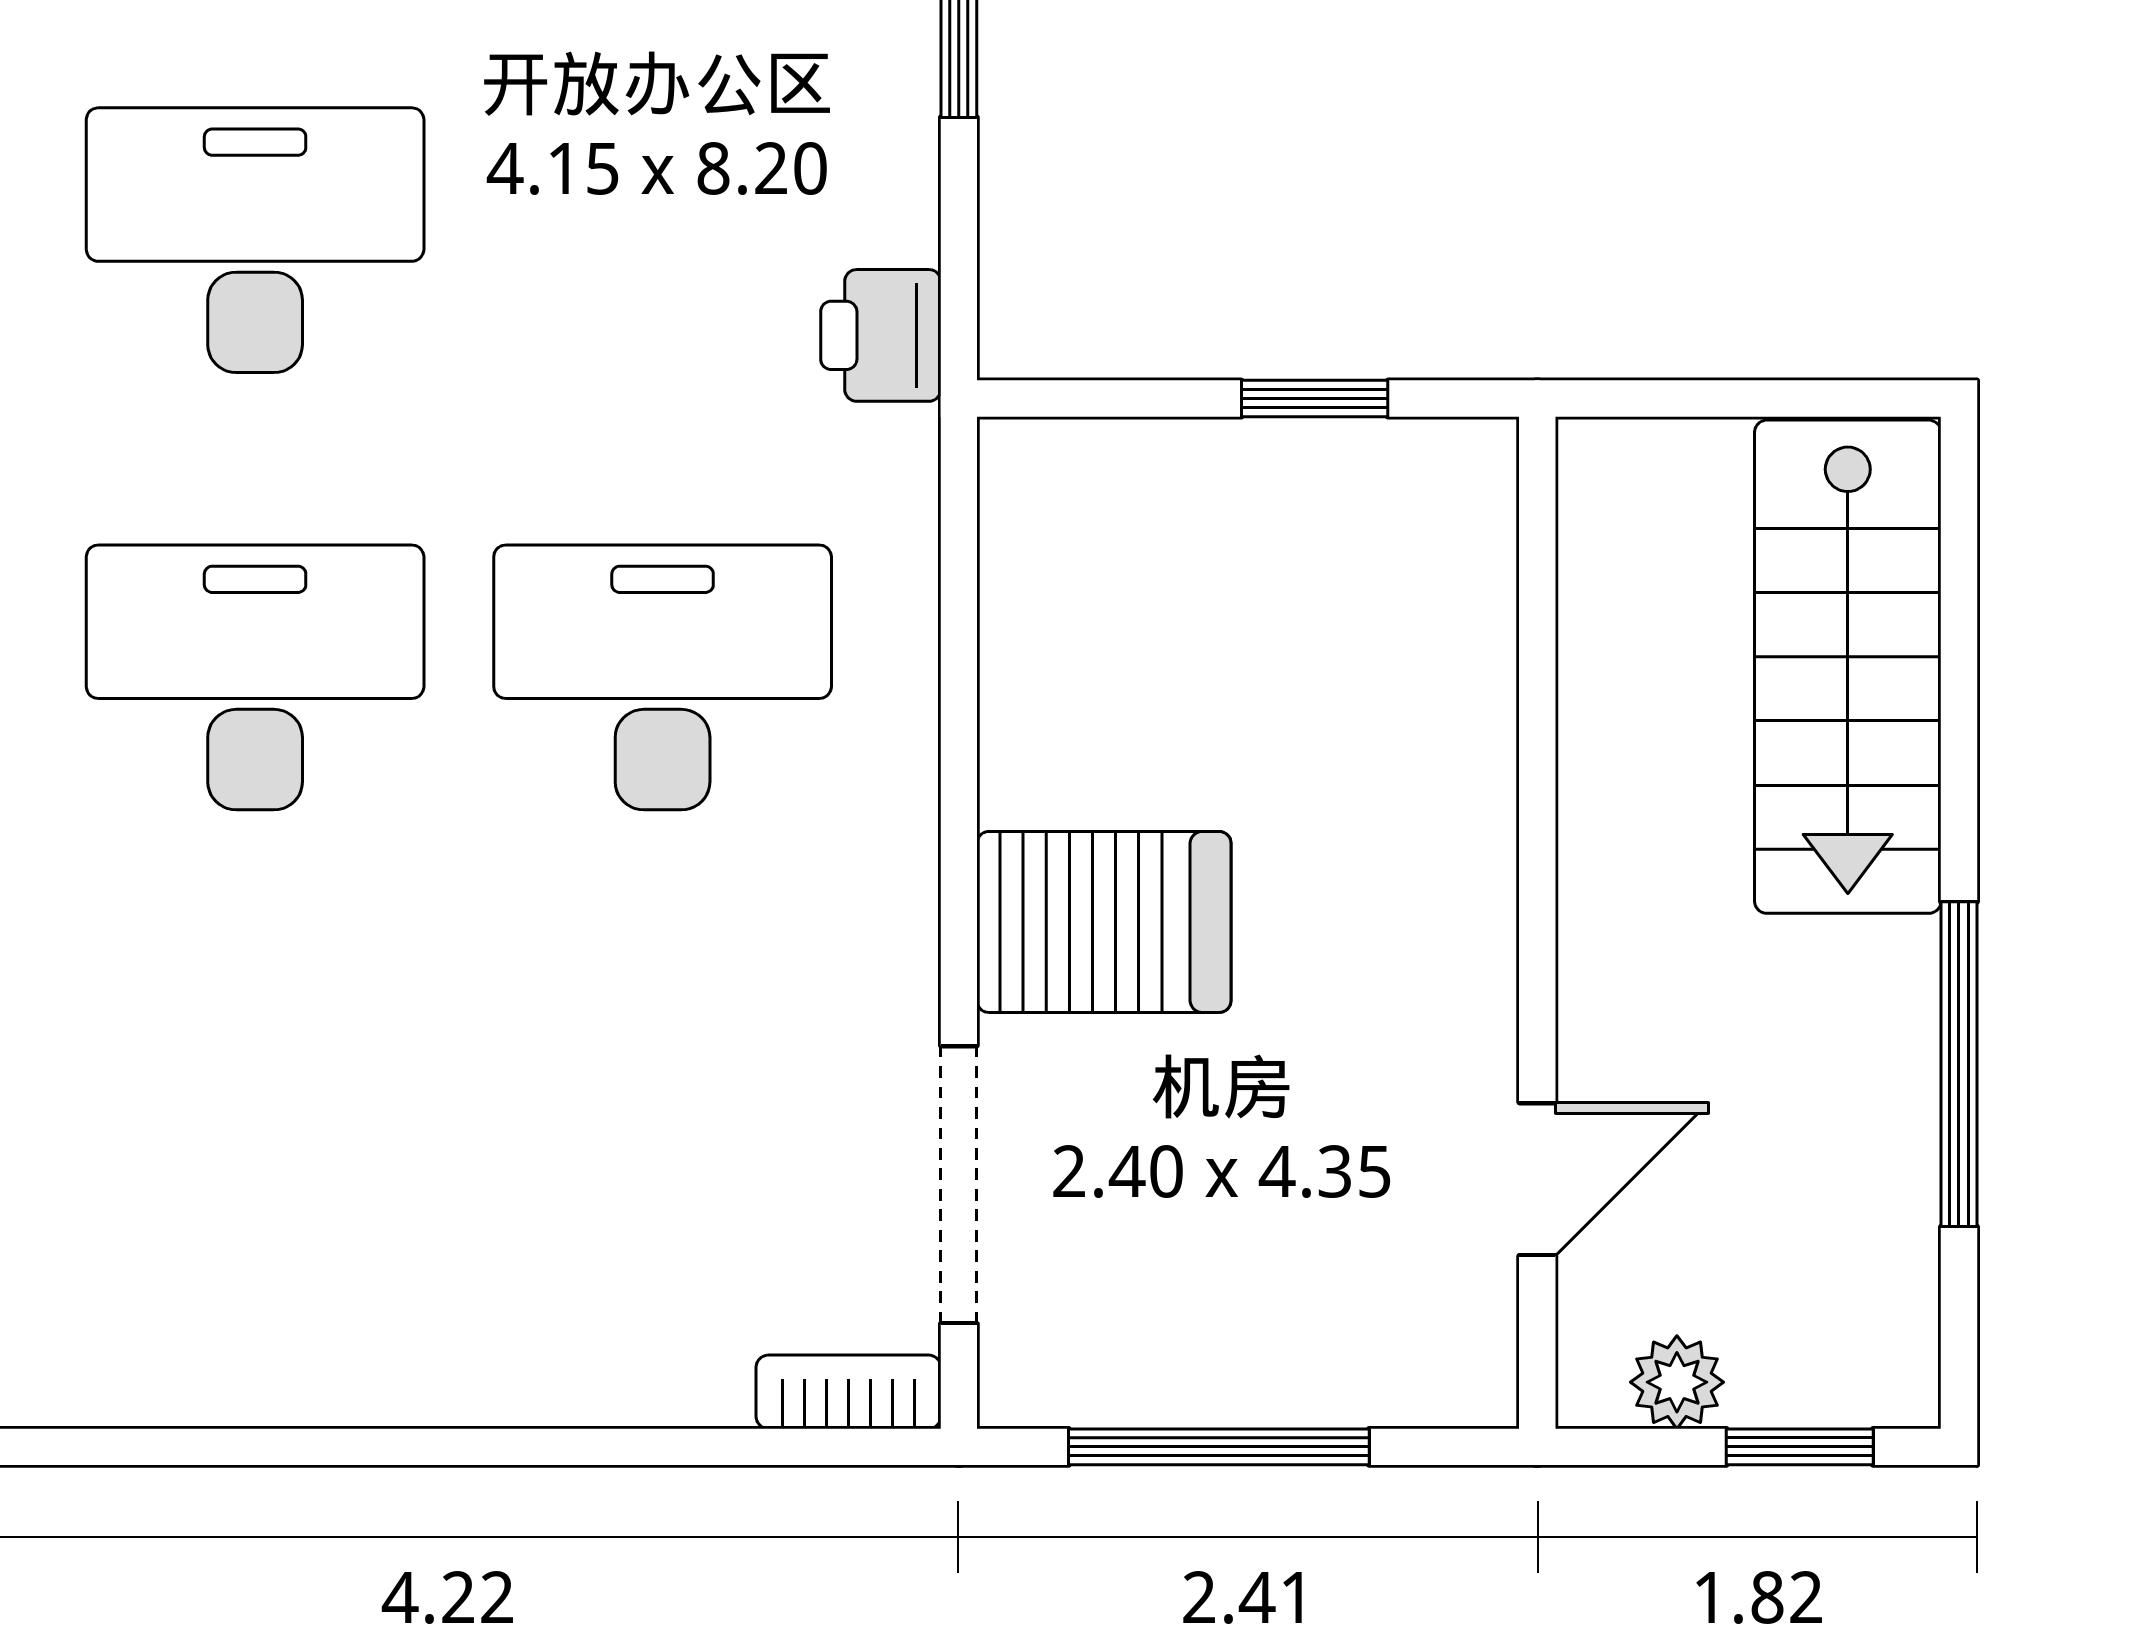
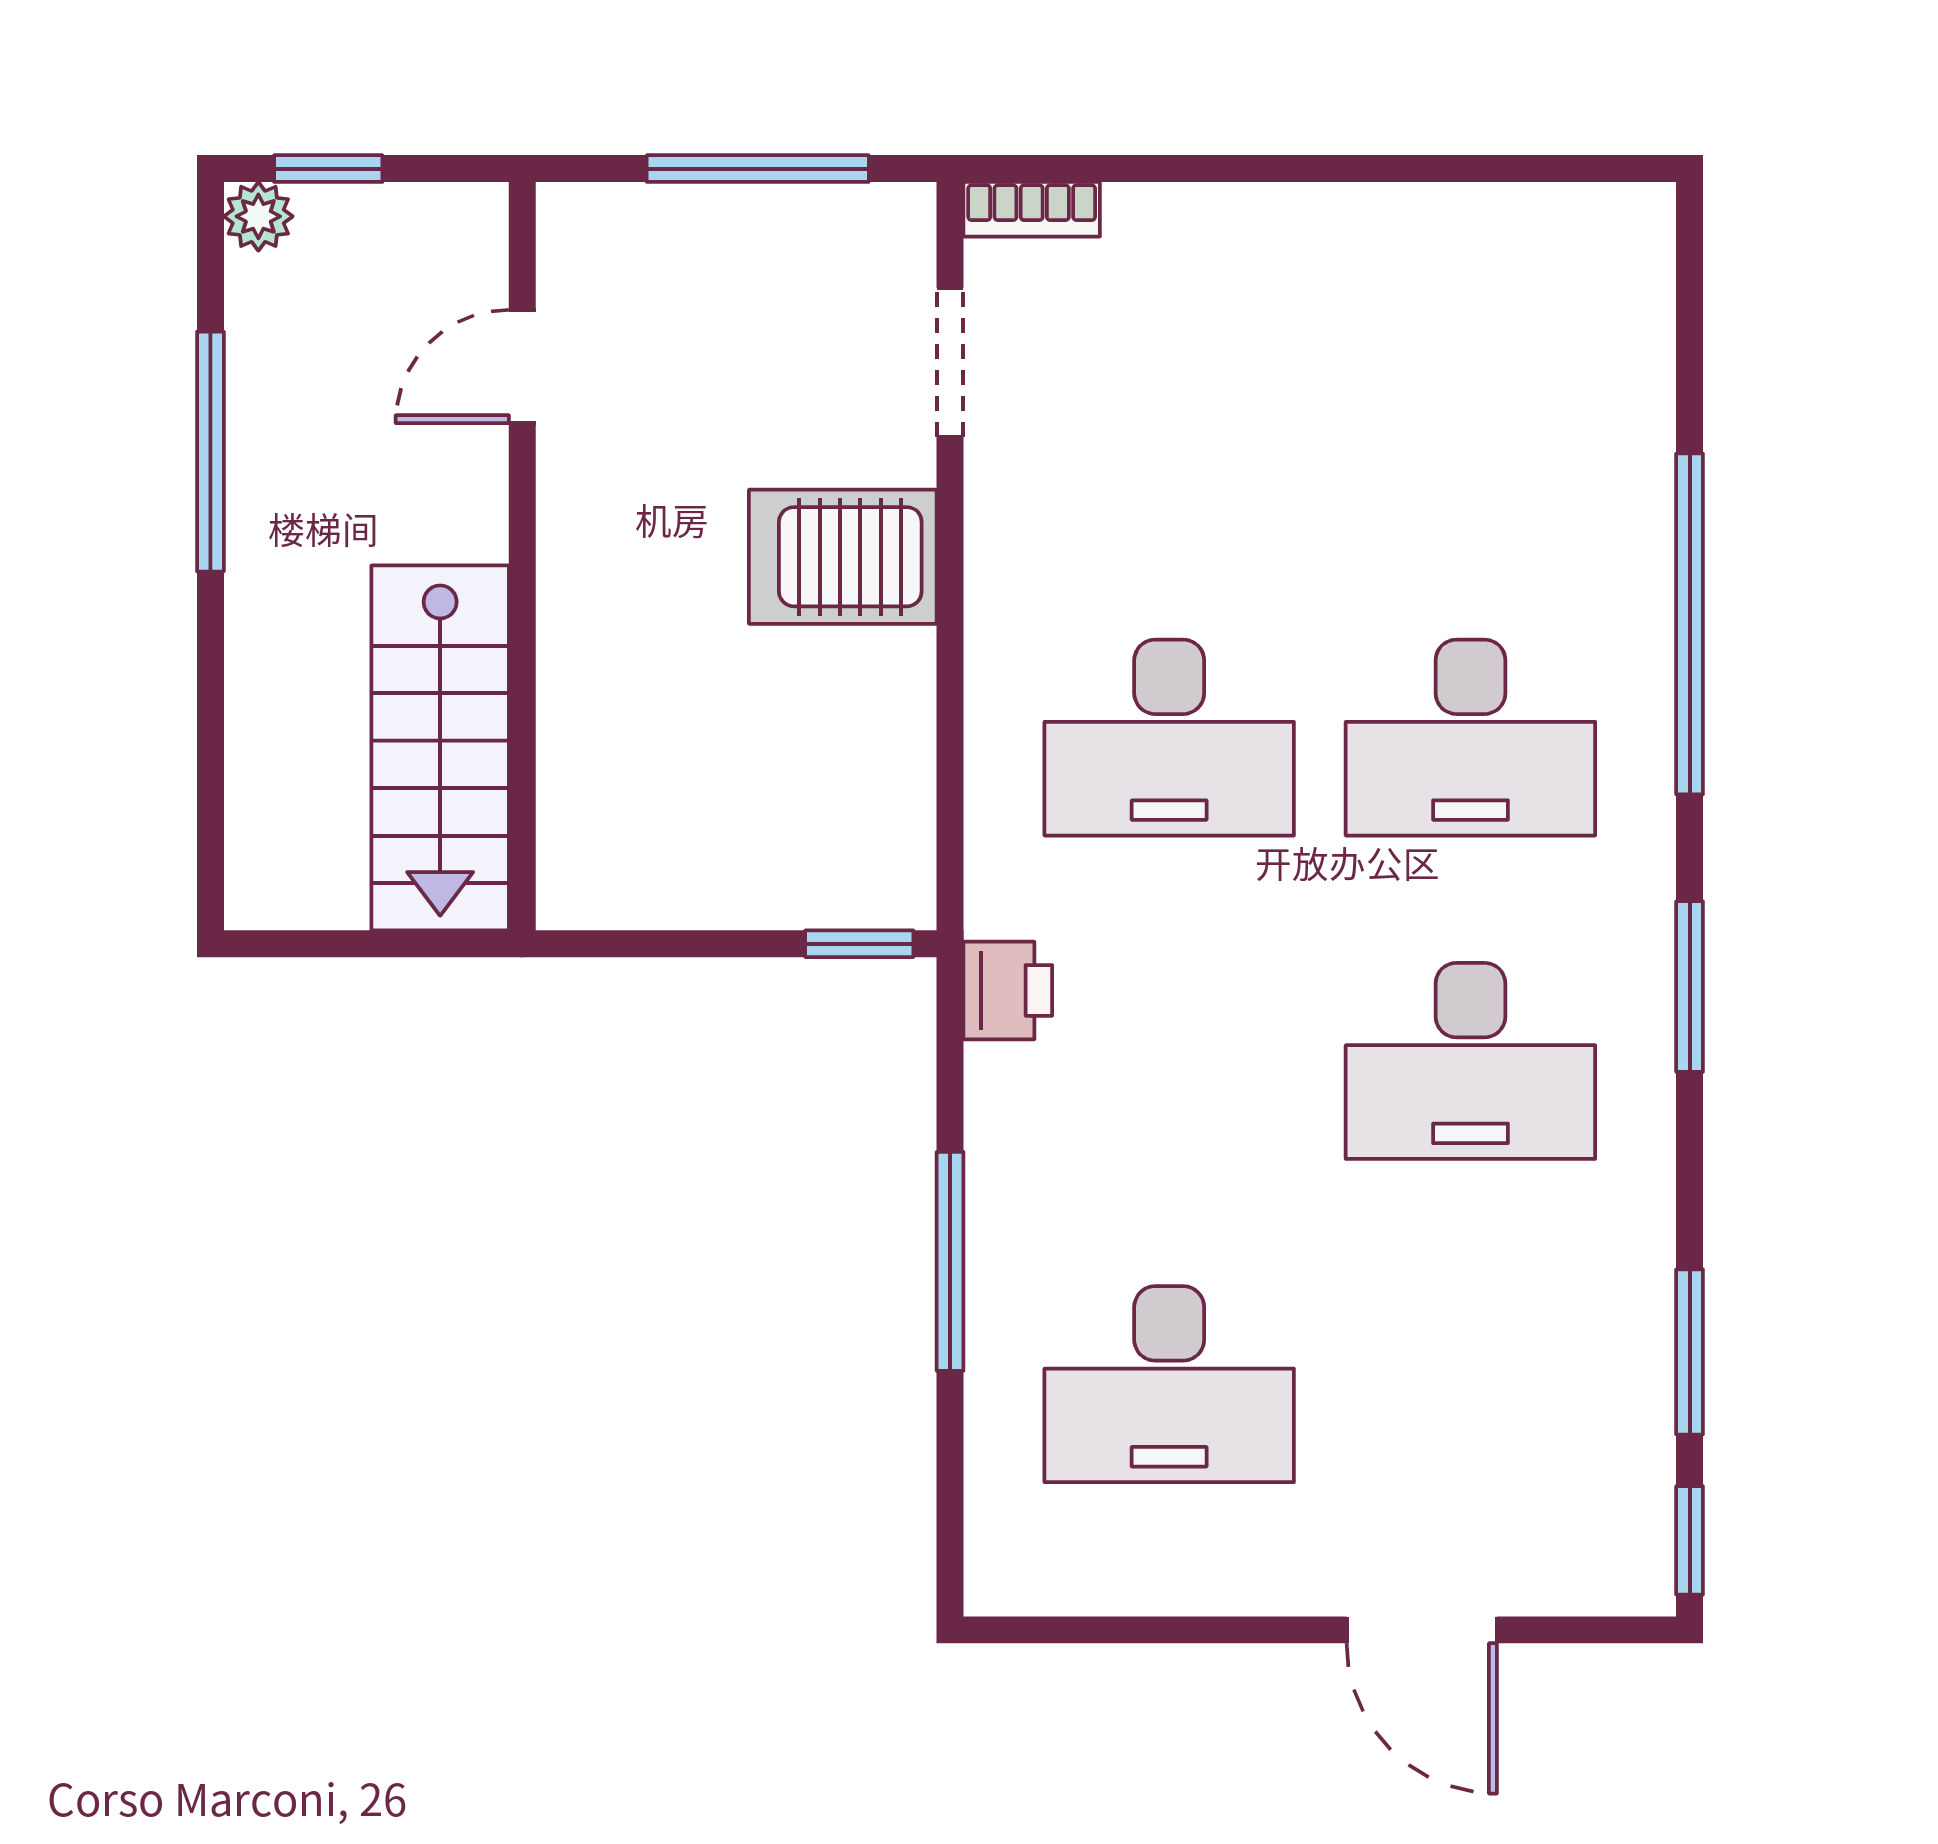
window: (1315, 399) -> (859, 944), moved
stairs: (1848, 667) -> (440, 748), moved, turned 180
doorway: (959, 1185) -> (950, 362), width x0.73
plant: (1677, 1382) -> (258, 216), moved

